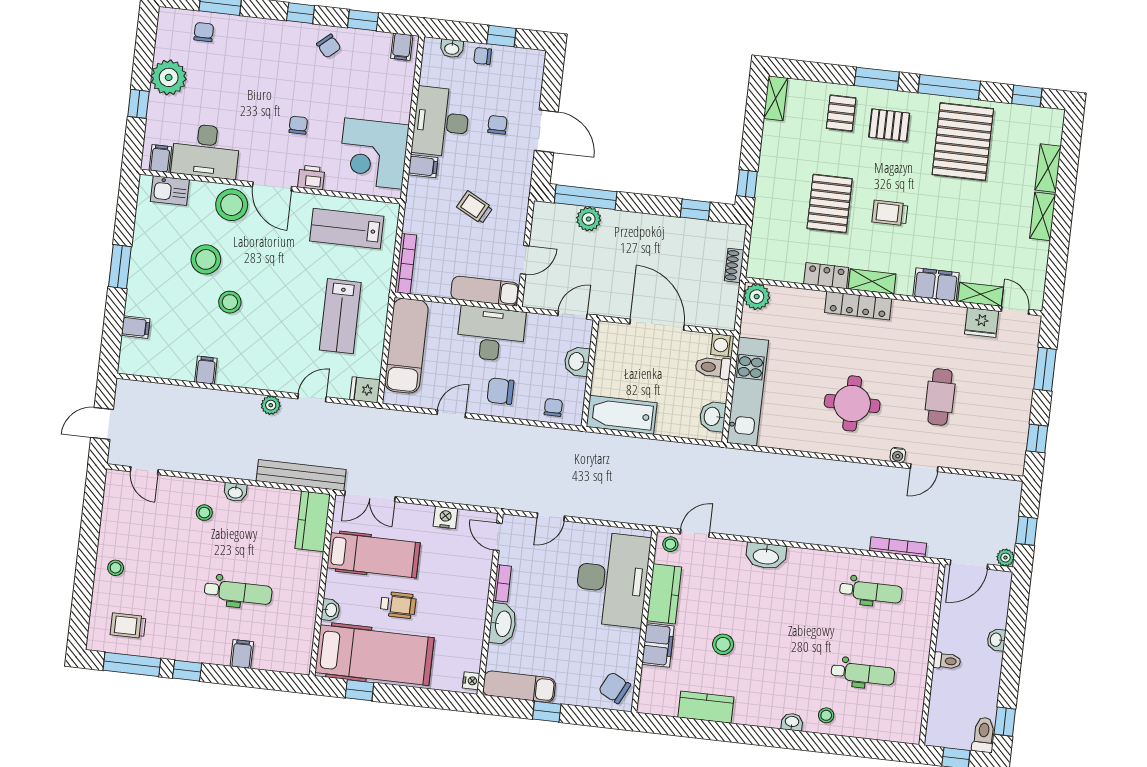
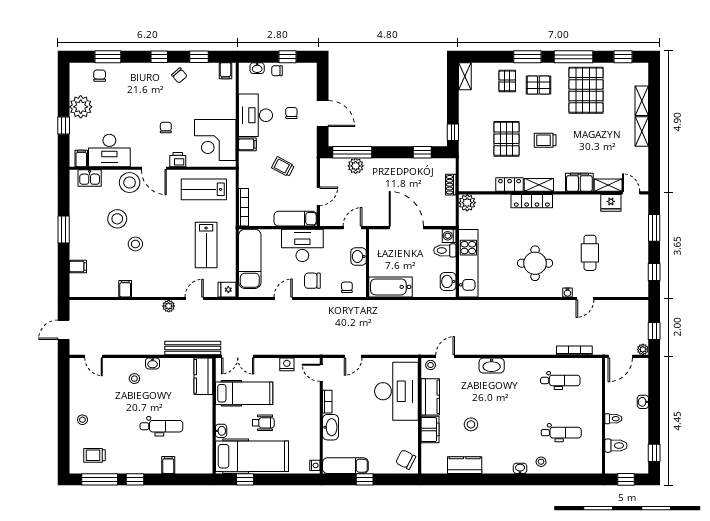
toilet: (984, 735) -> (616, 446), moved, turned 90

